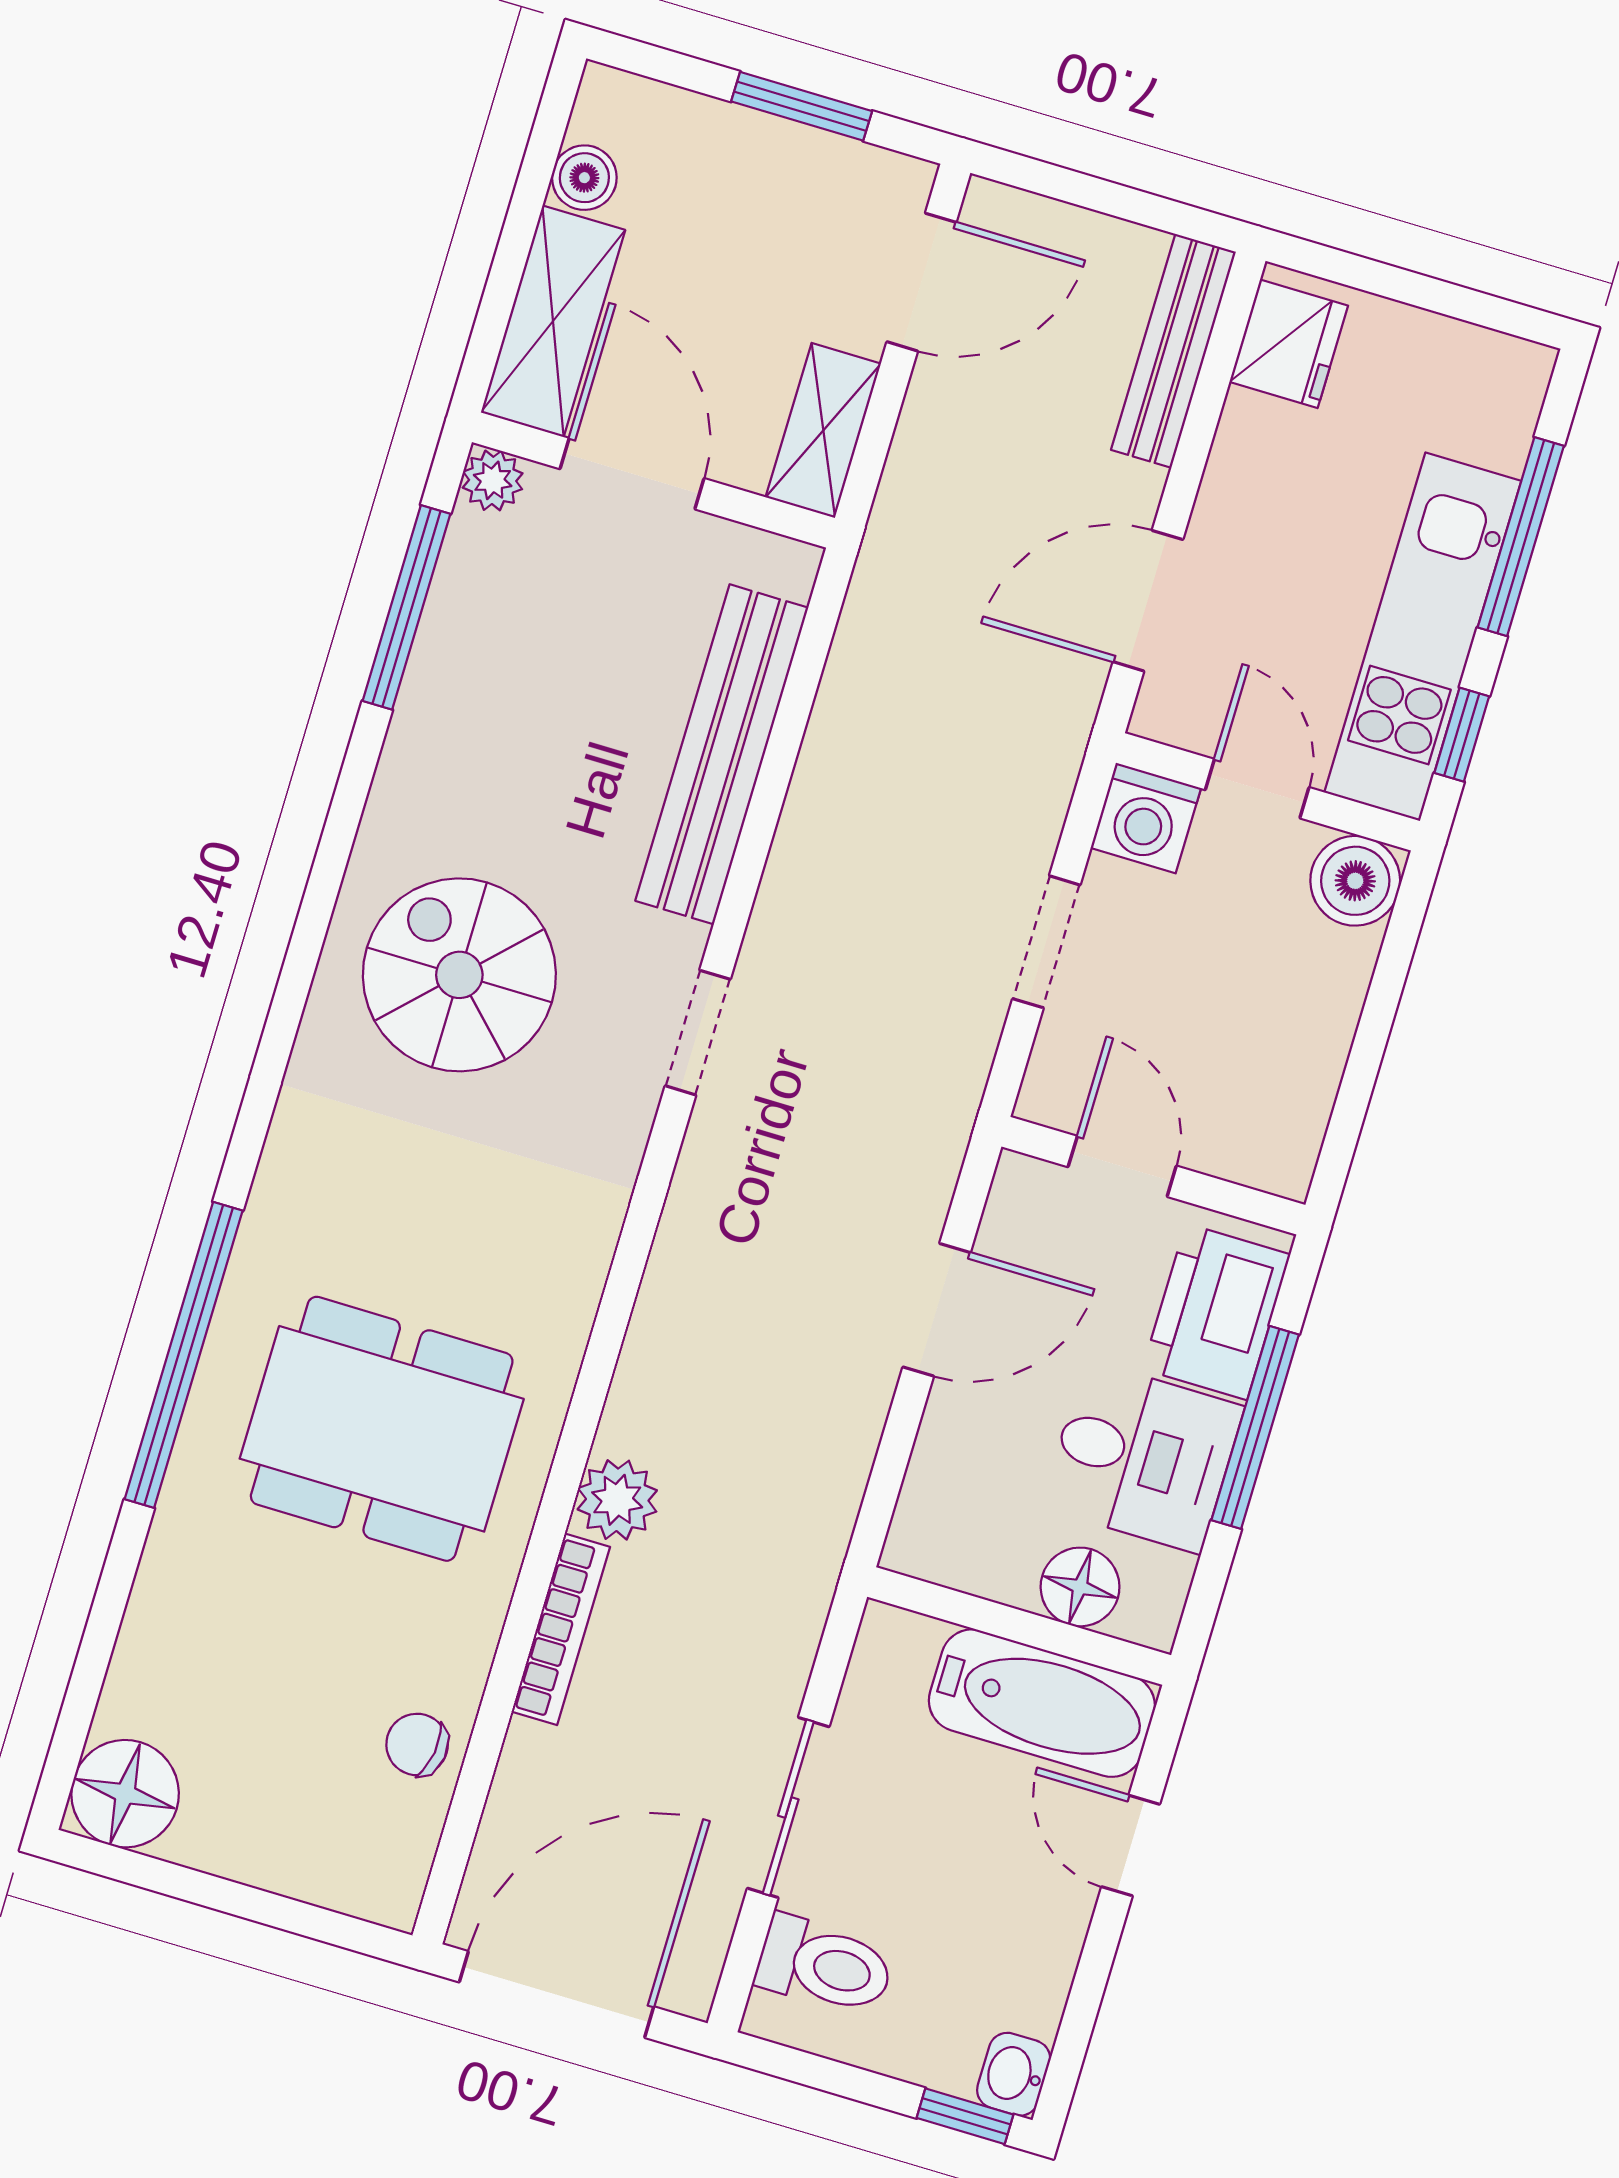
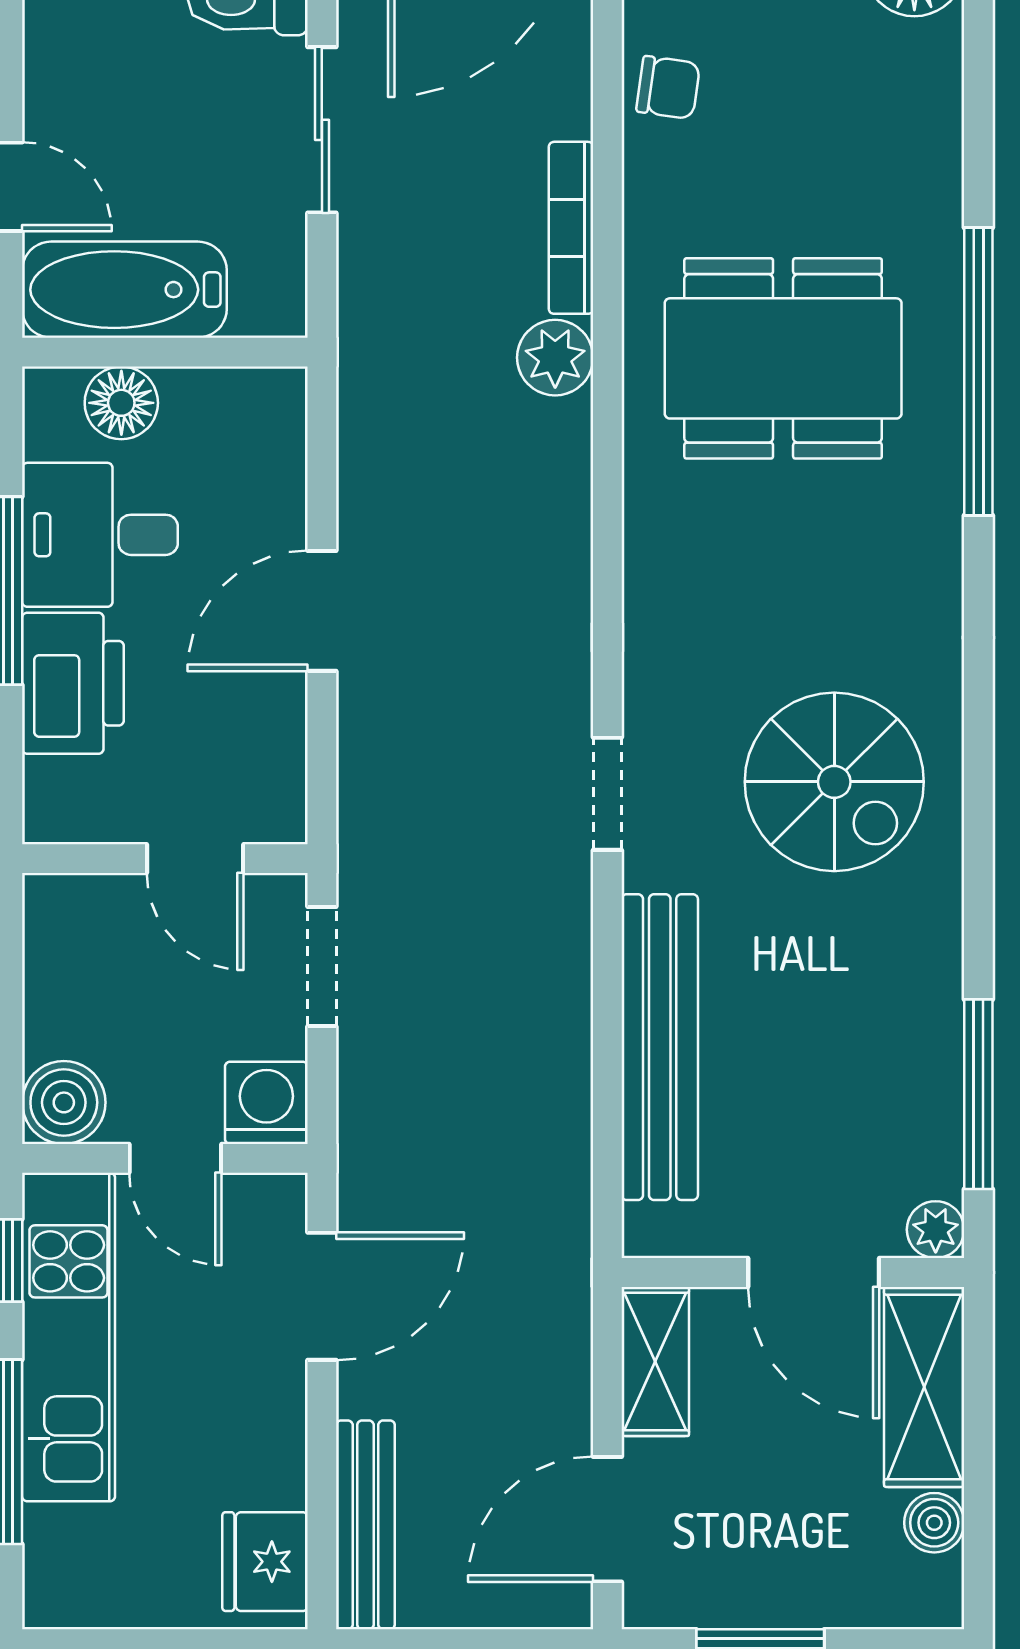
door: (1122, 1166) -> (195, 859), moved
wall: (1153, 1176) -> (165, 859), moved

